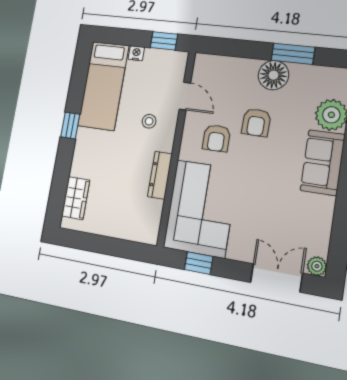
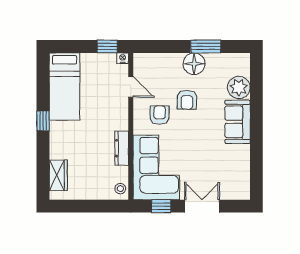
nightstand: (136, 53) -> (123, 58), moved
stool: (149, 121) -> (120, 189), moved
armchair: (216, 138) -> (160, 115), turned 180
plant: (317, 266) -> (243, 193), removed
double door: (276, 278) -> (202, 206), moved

